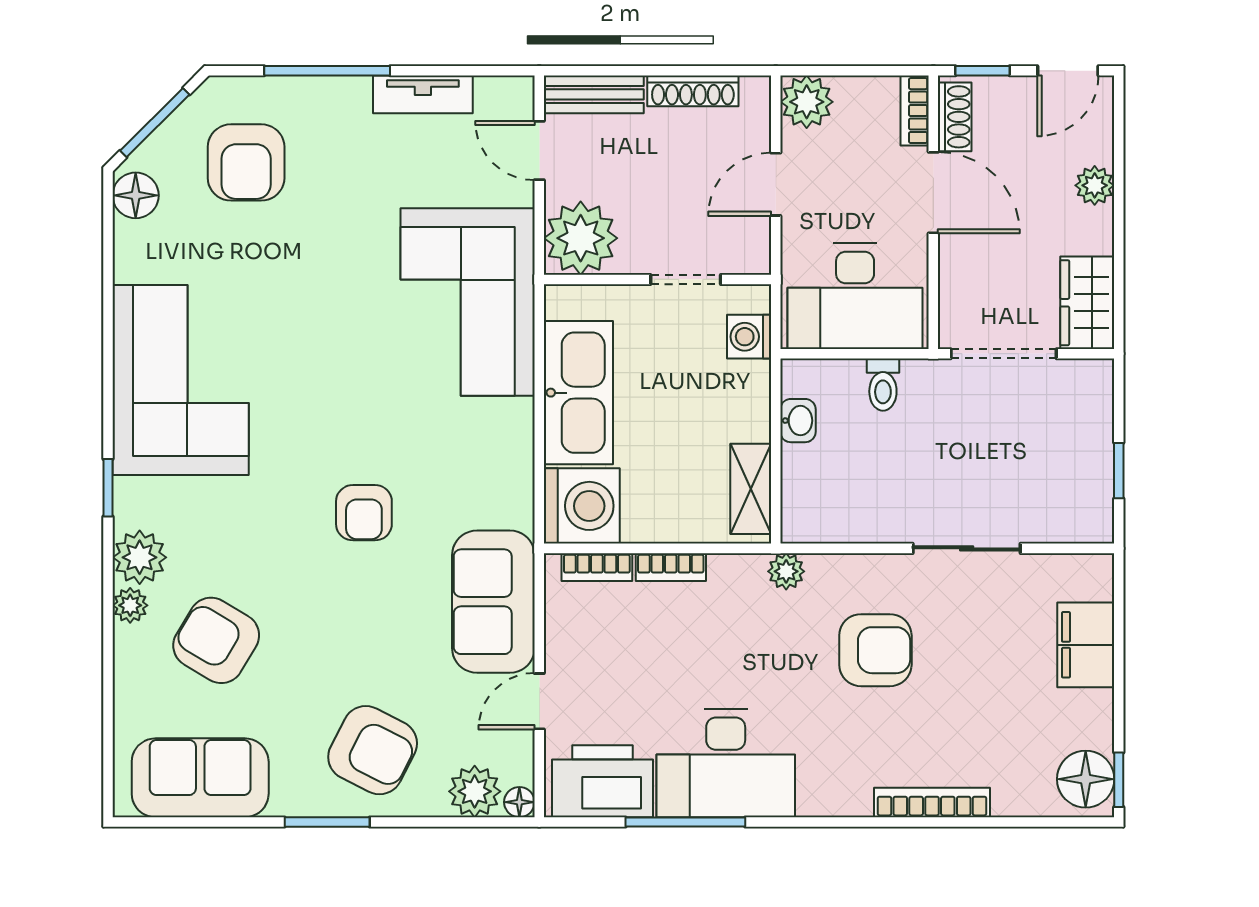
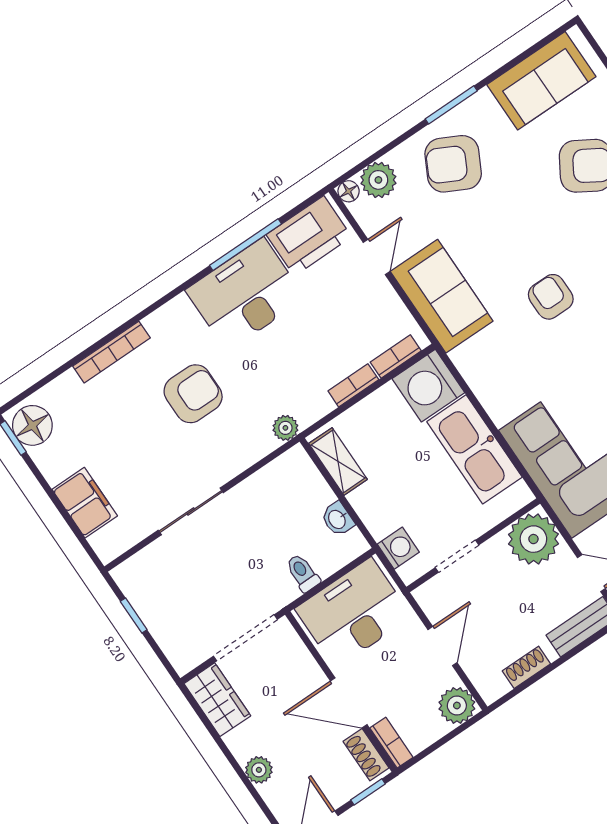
shoe rack: (693, 91) -> (526, 667), width x0.70
armchair: (875, 650) -> (193, 394), moved, turned 180

